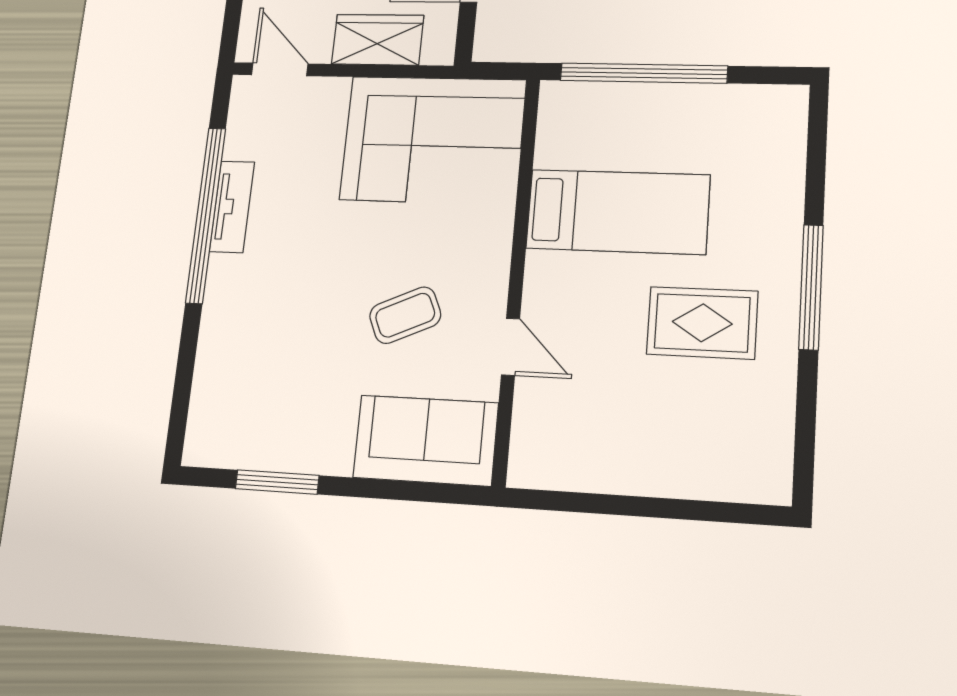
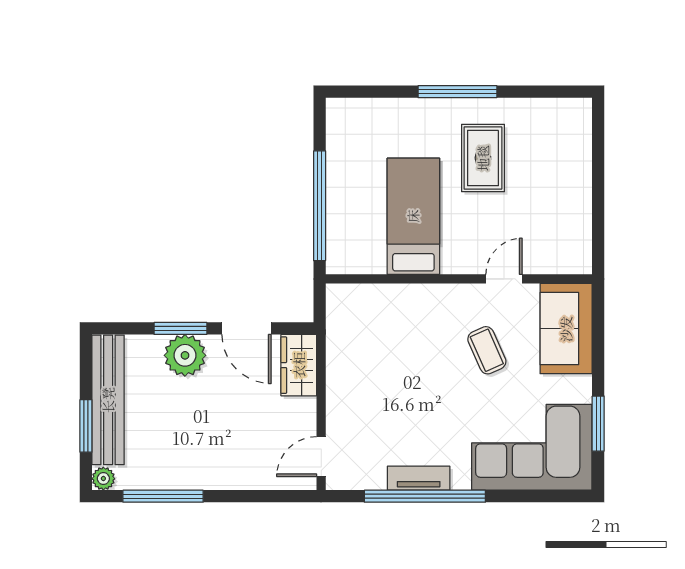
wardrobe: (378, 40) -> (299, 365), moved
corner sofa: (433, 140) -> (532, 447), moved, turned -90

